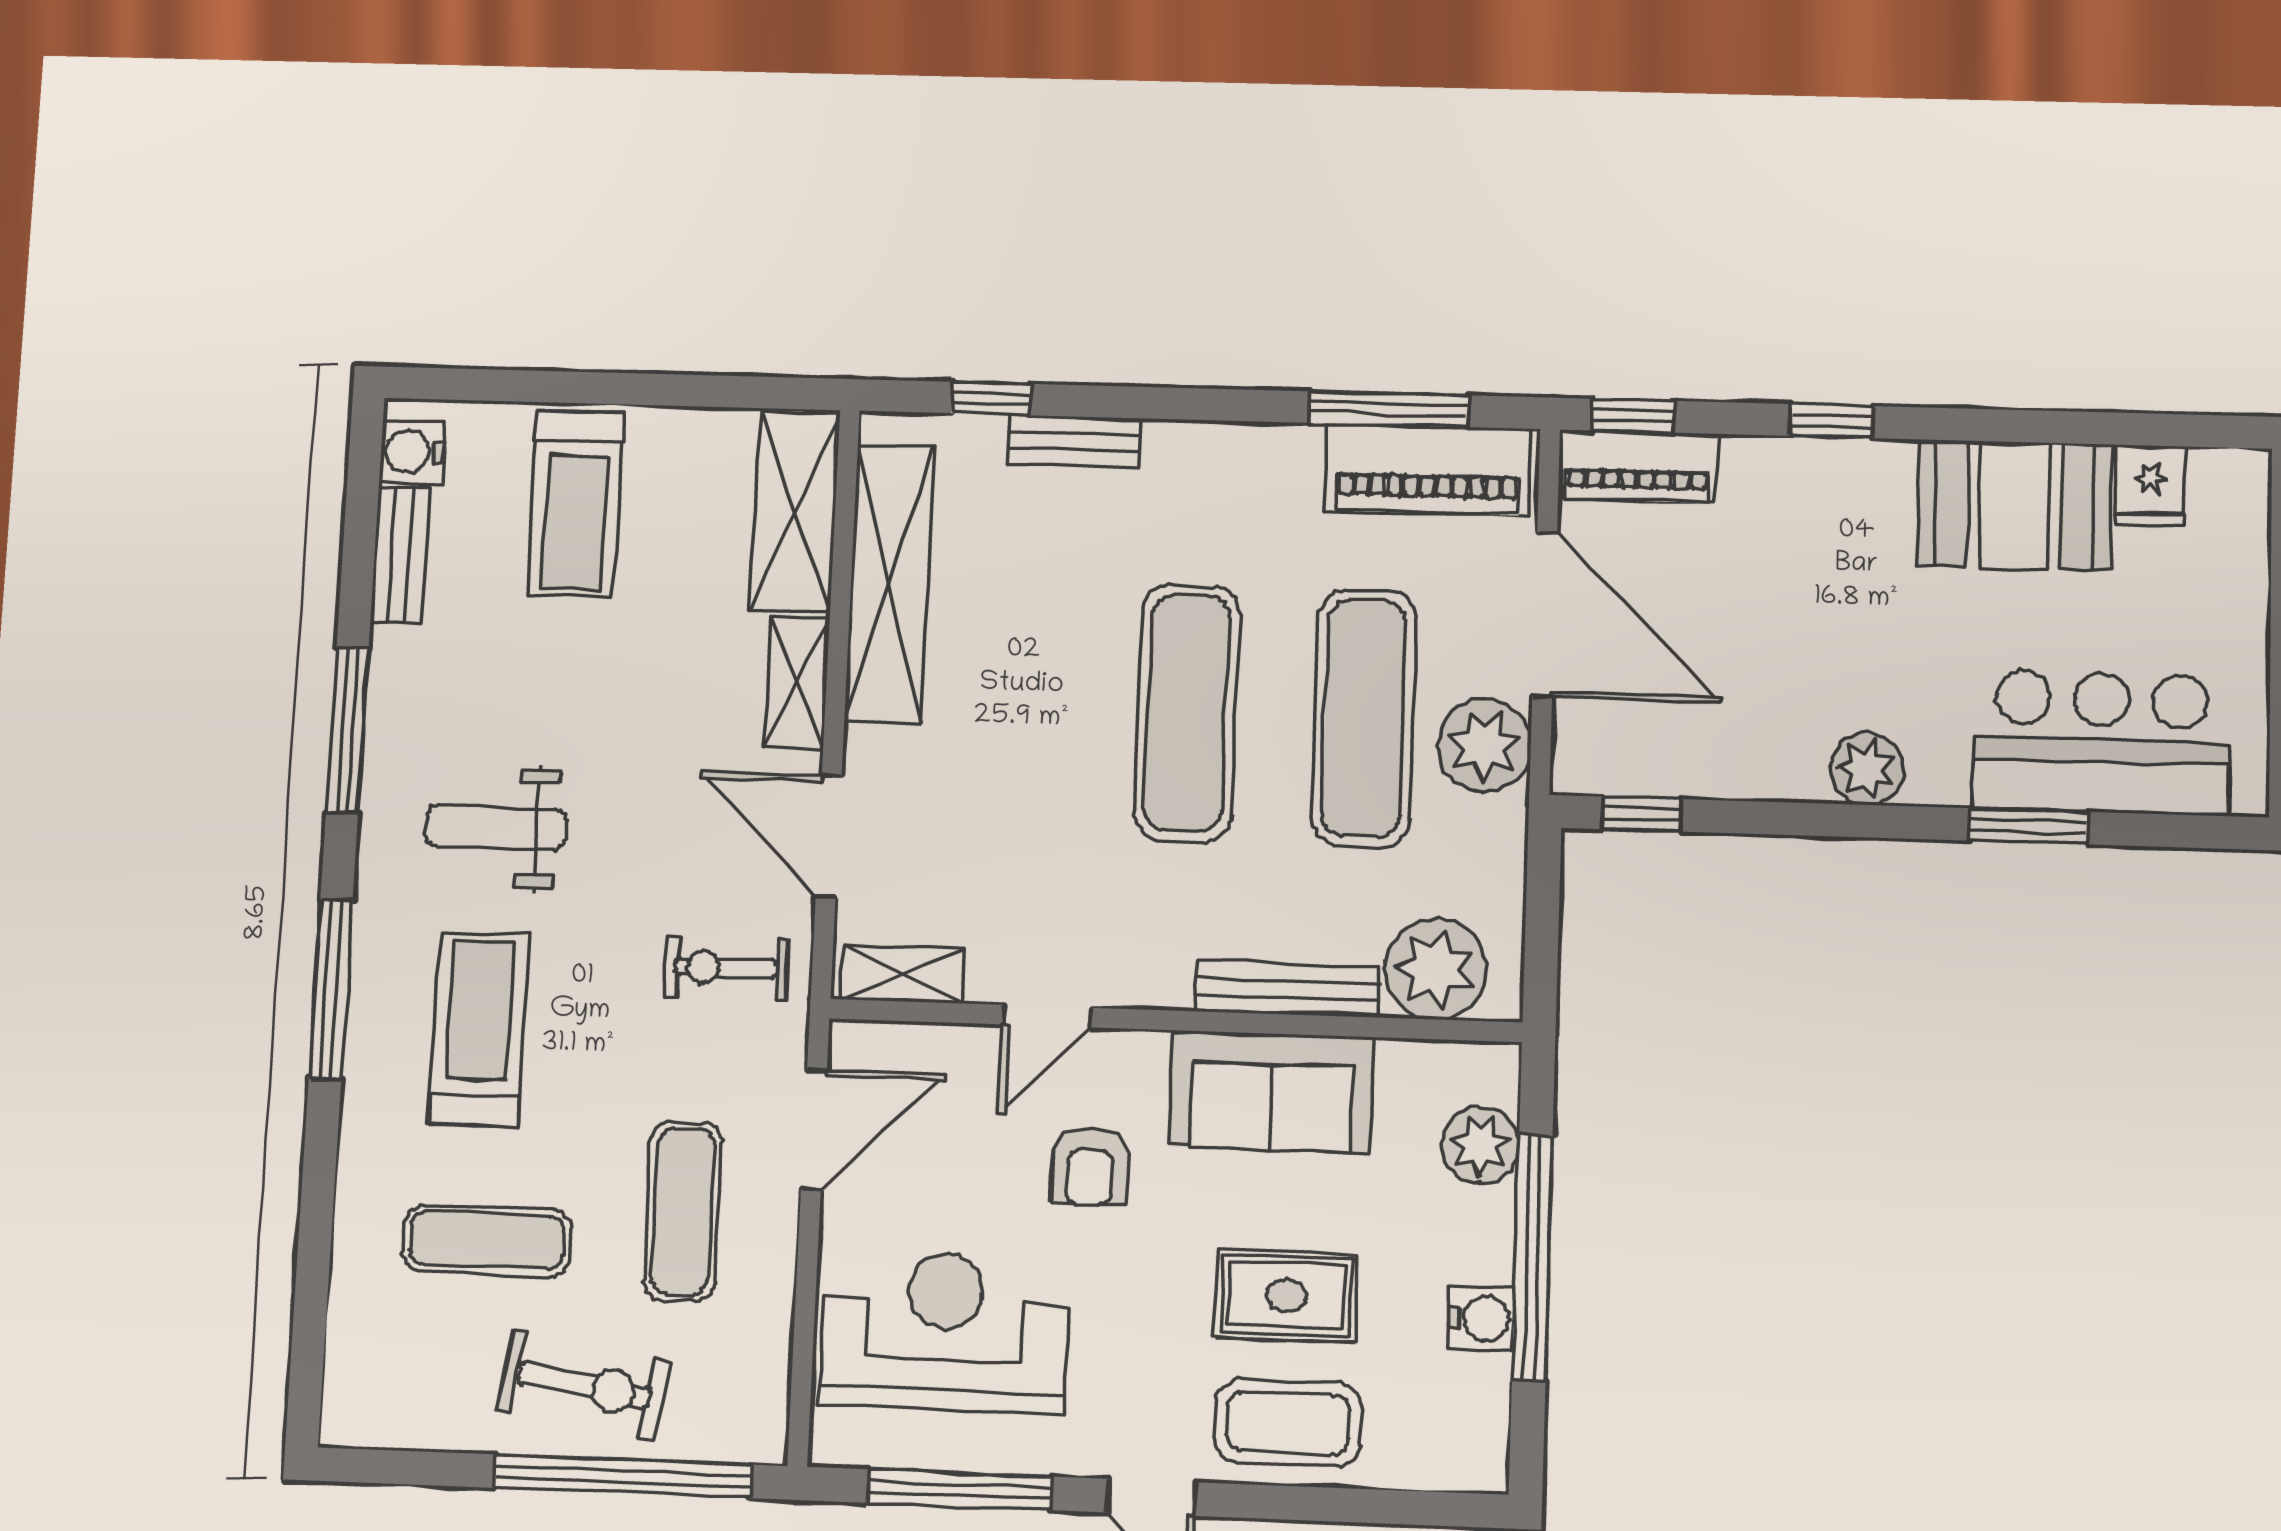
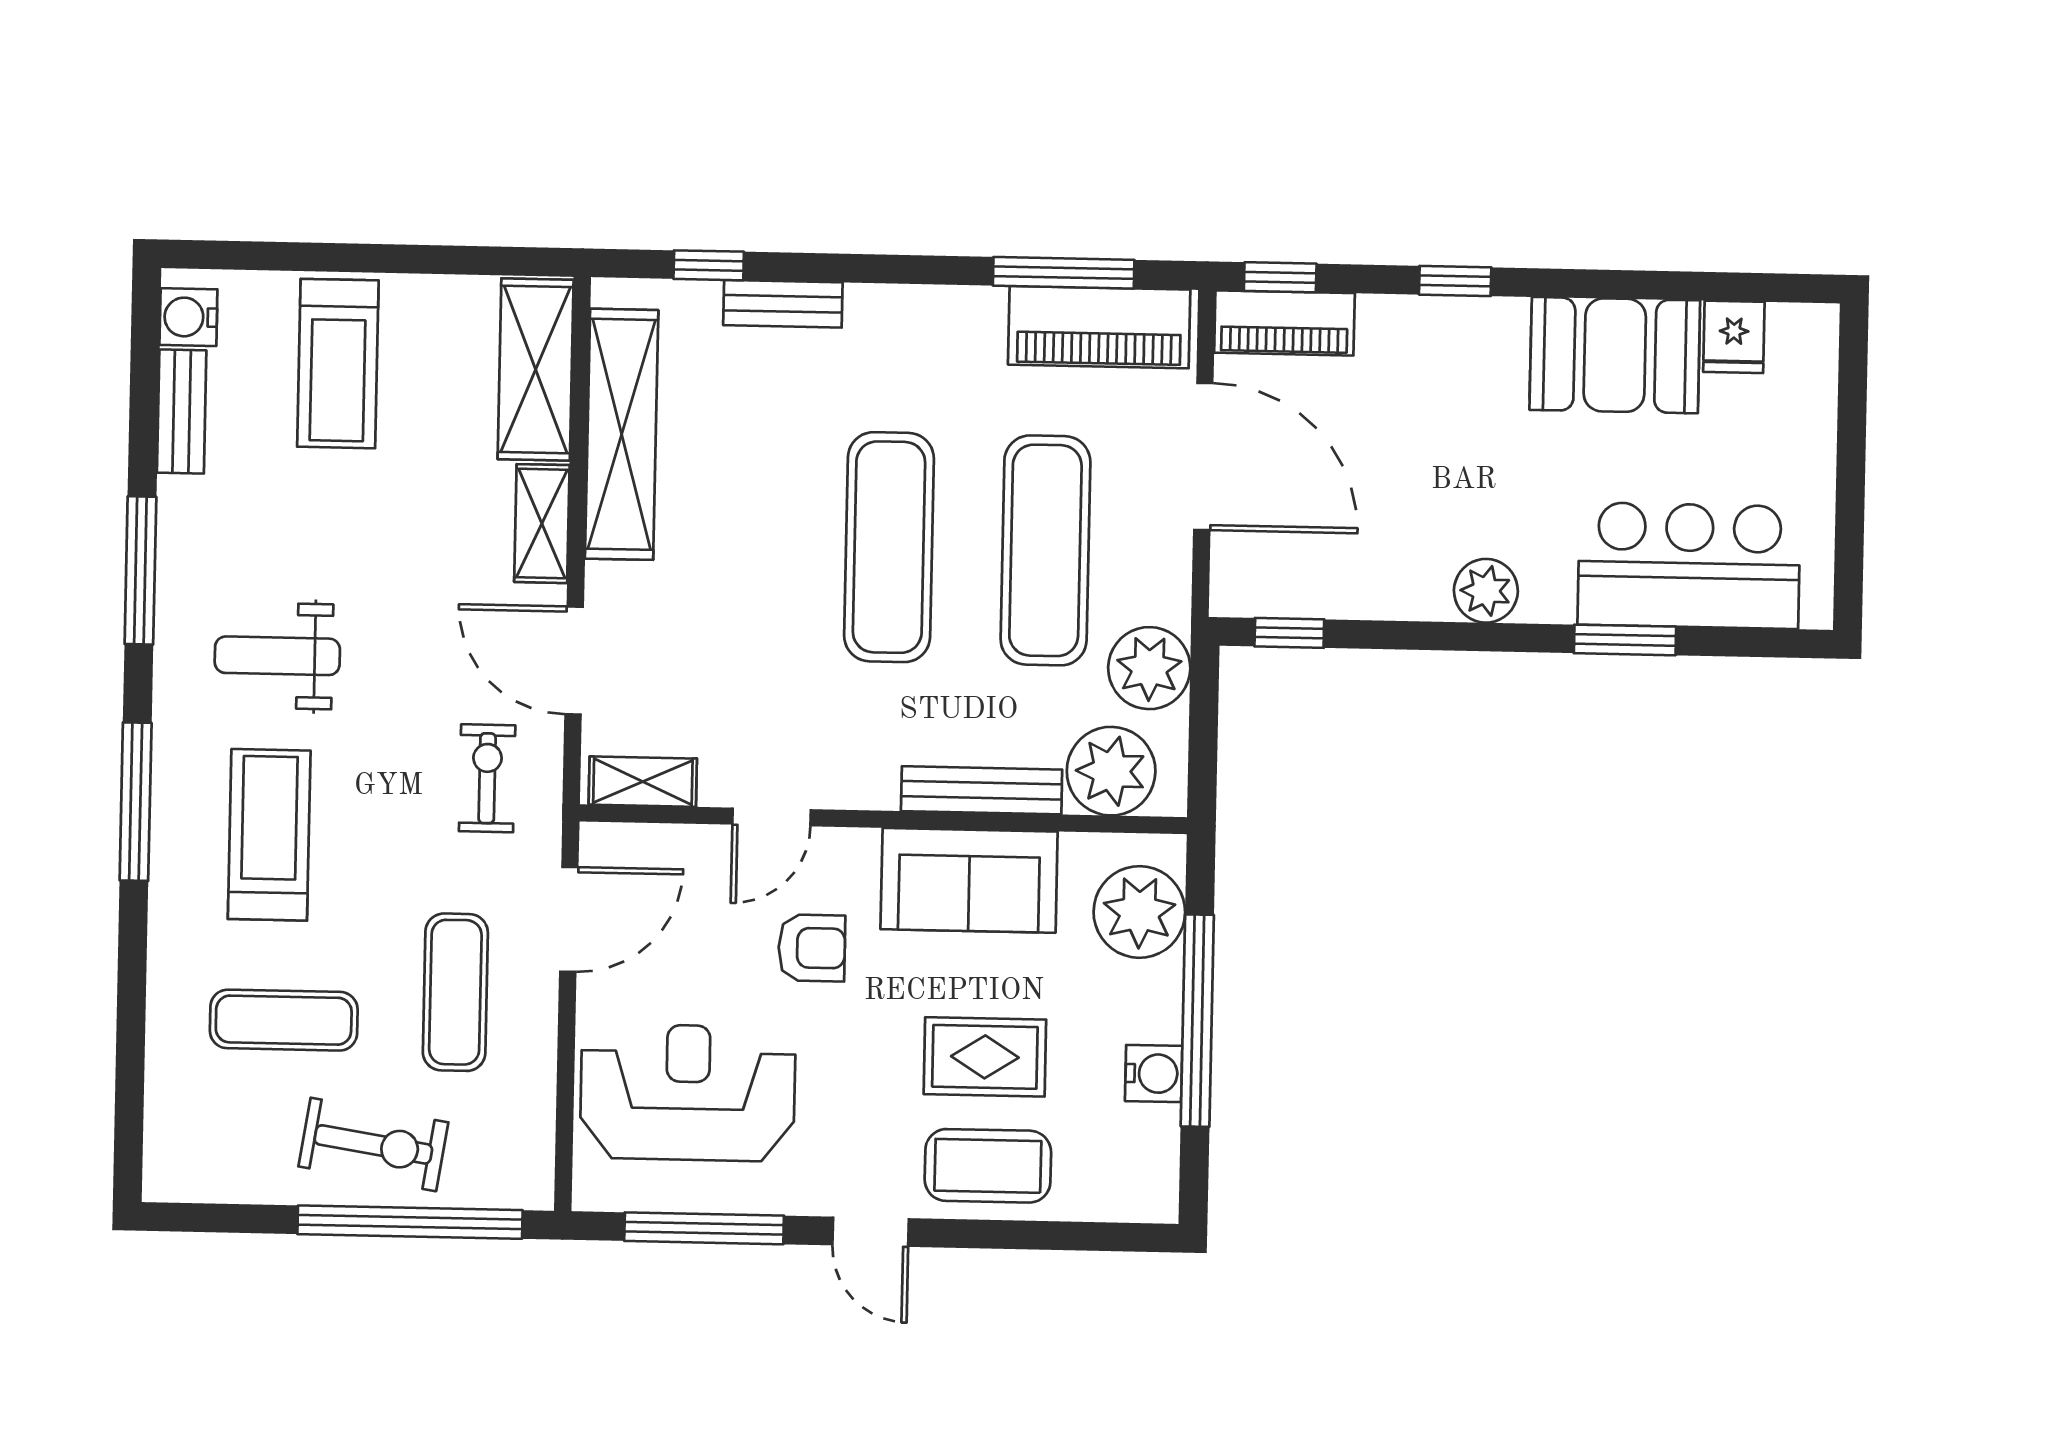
plant: (1484, 745) -> (1149, 668), moved
exercise bike: (726, 968) -> (487, 778), turned 90
plant: (1480, 1145) -> (1139, 912), width x1.36, depth x1.36
armchair: (1090, 1167) -> (812, 948), turned -90

